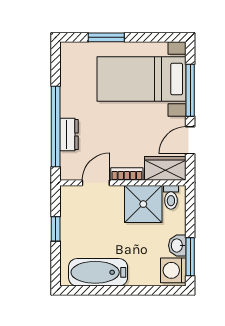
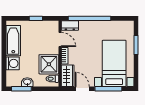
dresser: (69, 135) -> (70, 25), moved
washing machine: (173, 270) -> (13, 63), moved, turned 90

